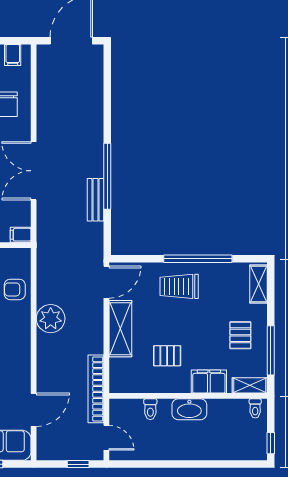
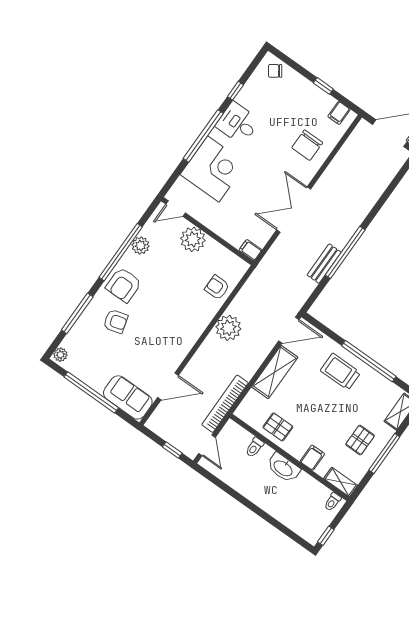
window: (271, 350) -> (384, 453), moved
pallet: (167, 356) -> (278, 427), moved
filing cabinet: (209, 382) -> (312, 458), width x0.50

